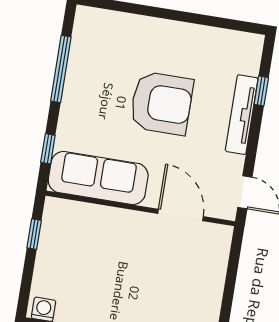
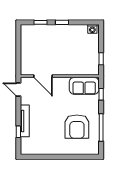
armchair: (162, 103) -> (77, 127), moved, turned -90
sofa: (98, 178) -> (84, 86), width x0.73

